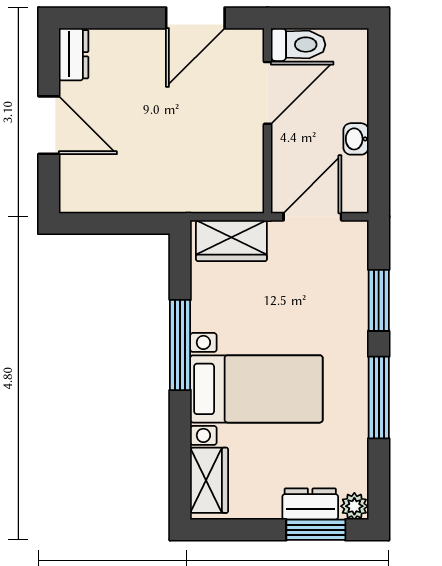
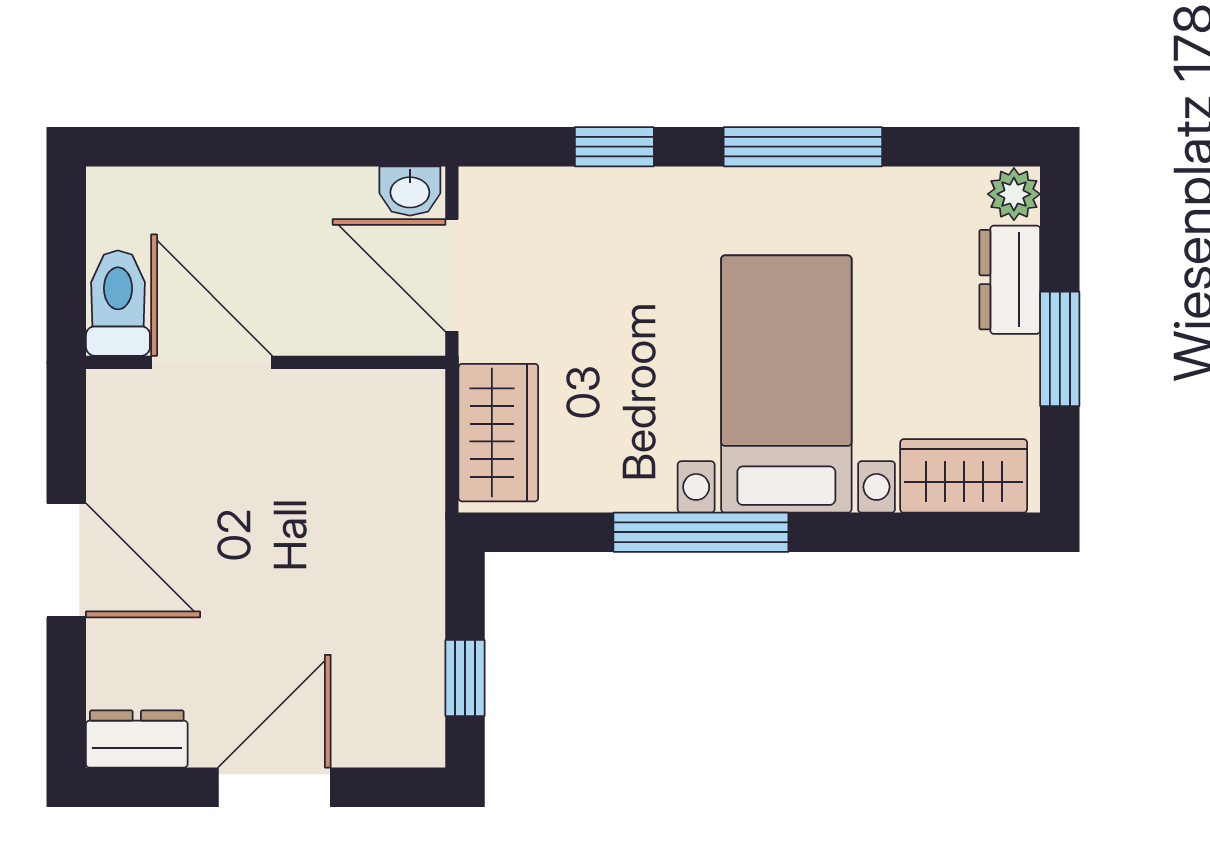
door: (195, 18) -> (66, 560), moved
washbasin: (356, 139) -> (410, 191), moved
window: (105, 223) -> (465, 678), added
window: (379, 300) -> (614, 147), width x0.67
window: (316, 530) -> (1060, 349), moved

